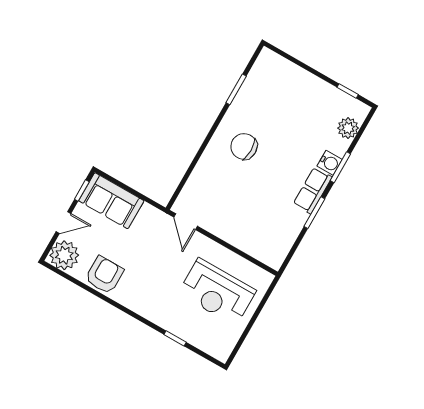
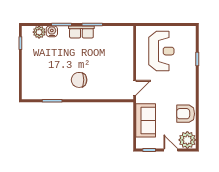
chair: (244, 146) -> (79, 80), turned 90
water cooler: (330, 163) -> (52, 31), moved
sofa: (111, 201) -> (146, 120), moved

